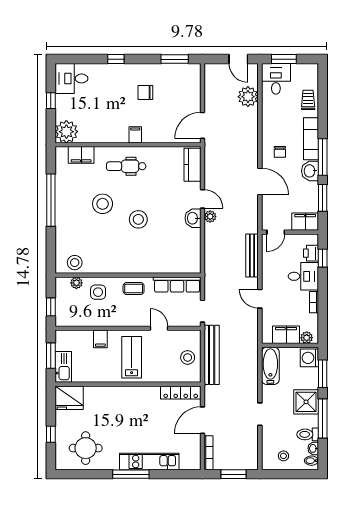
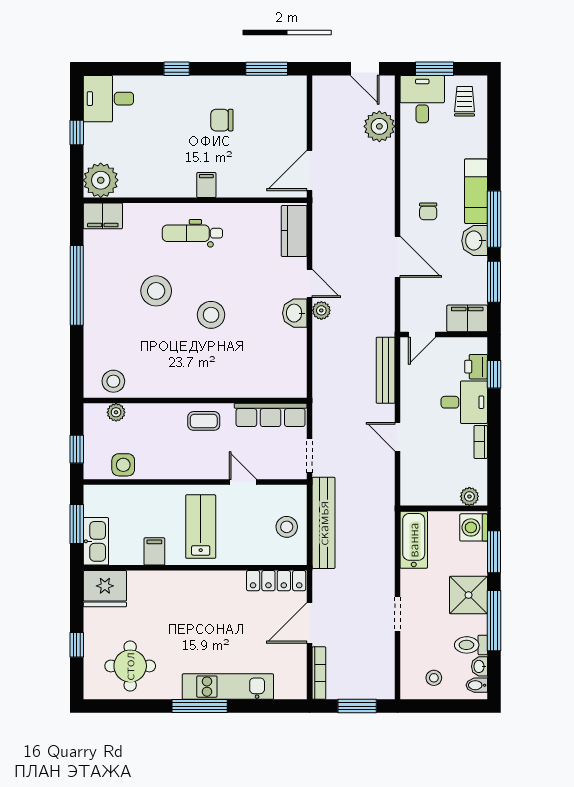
trolley: (308, 100) -> (465, 101), moved
filing cabinet: (81, 155) -> (103, 216), moved
side table: (98, 292) -> (123, 465), moved
filing cabinet: (286, 335) -> (438, 492), removed
filing cabinet: (100, 339) -> (154, 551), moved, turned 180

